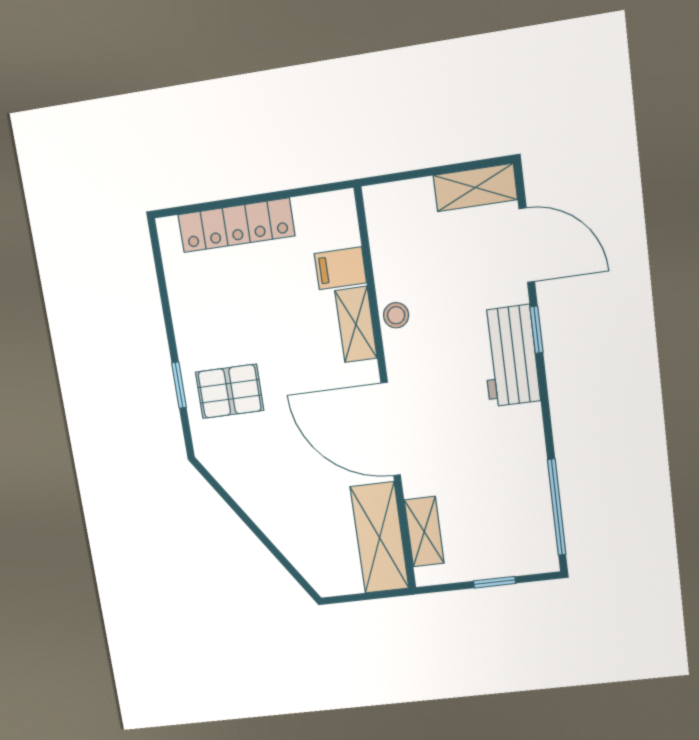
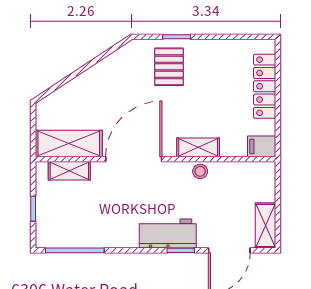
filing cabinet: (340, 268) -> (262, 146), moved, turned -90

